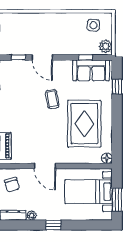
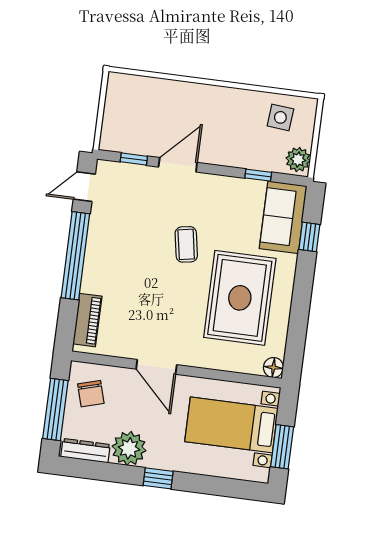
door: (42, 57) -> (178, 165), swing flipped
sofa: (91, 70) -> (283, 217), moved, turned 90
plant: (32, 215) -> (129, 448), width x1.88, depth x1.88

